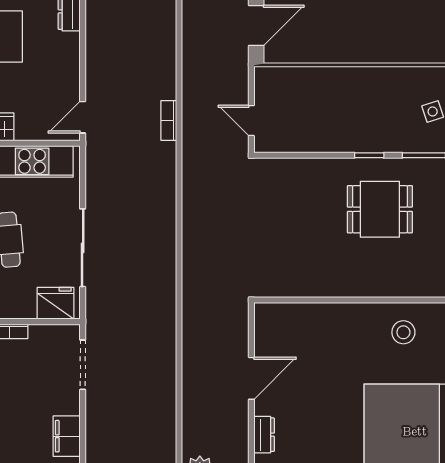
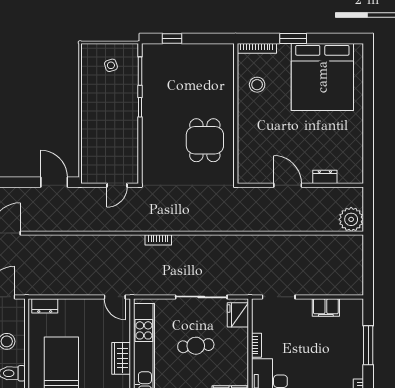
bookcase: (169, 121) -> (158, 240), moved
dining table: (380, 209) -> (205, 140), moved

